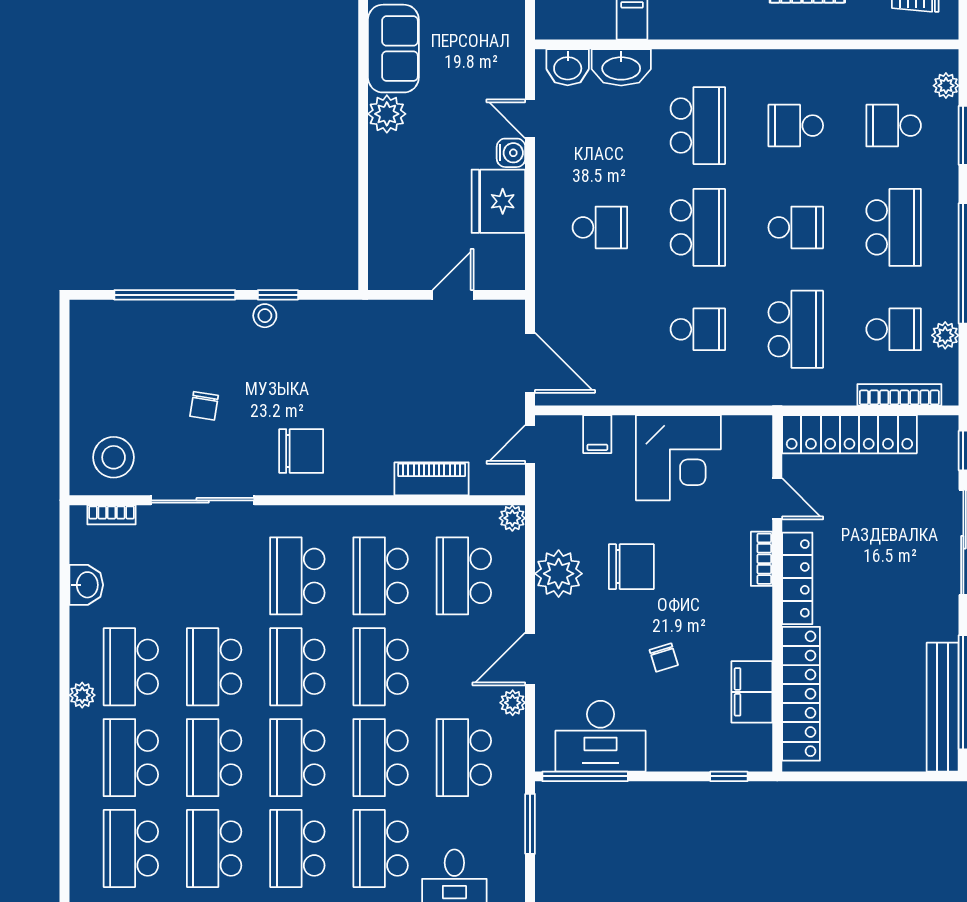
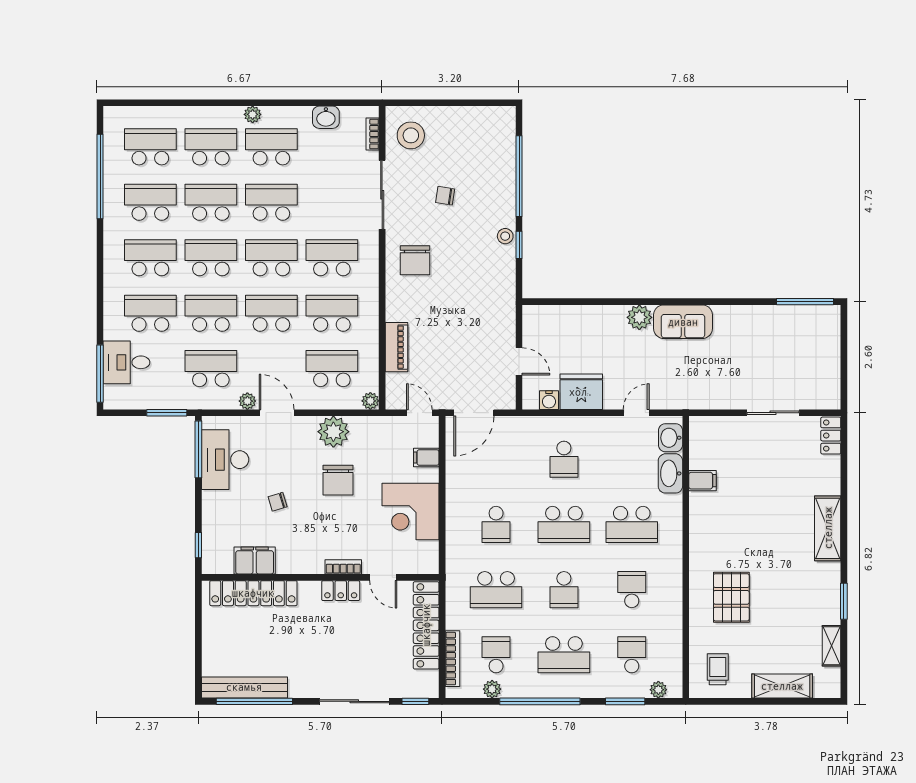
water cooler: (511, 153) -> (549, 400), moved
school desk: (894, 329) -> (496, 655), turned 180
door: (777, 499) -> (383, 577), hinge flipped
locker: (797, 578) -> (341, 591), width x0.66

